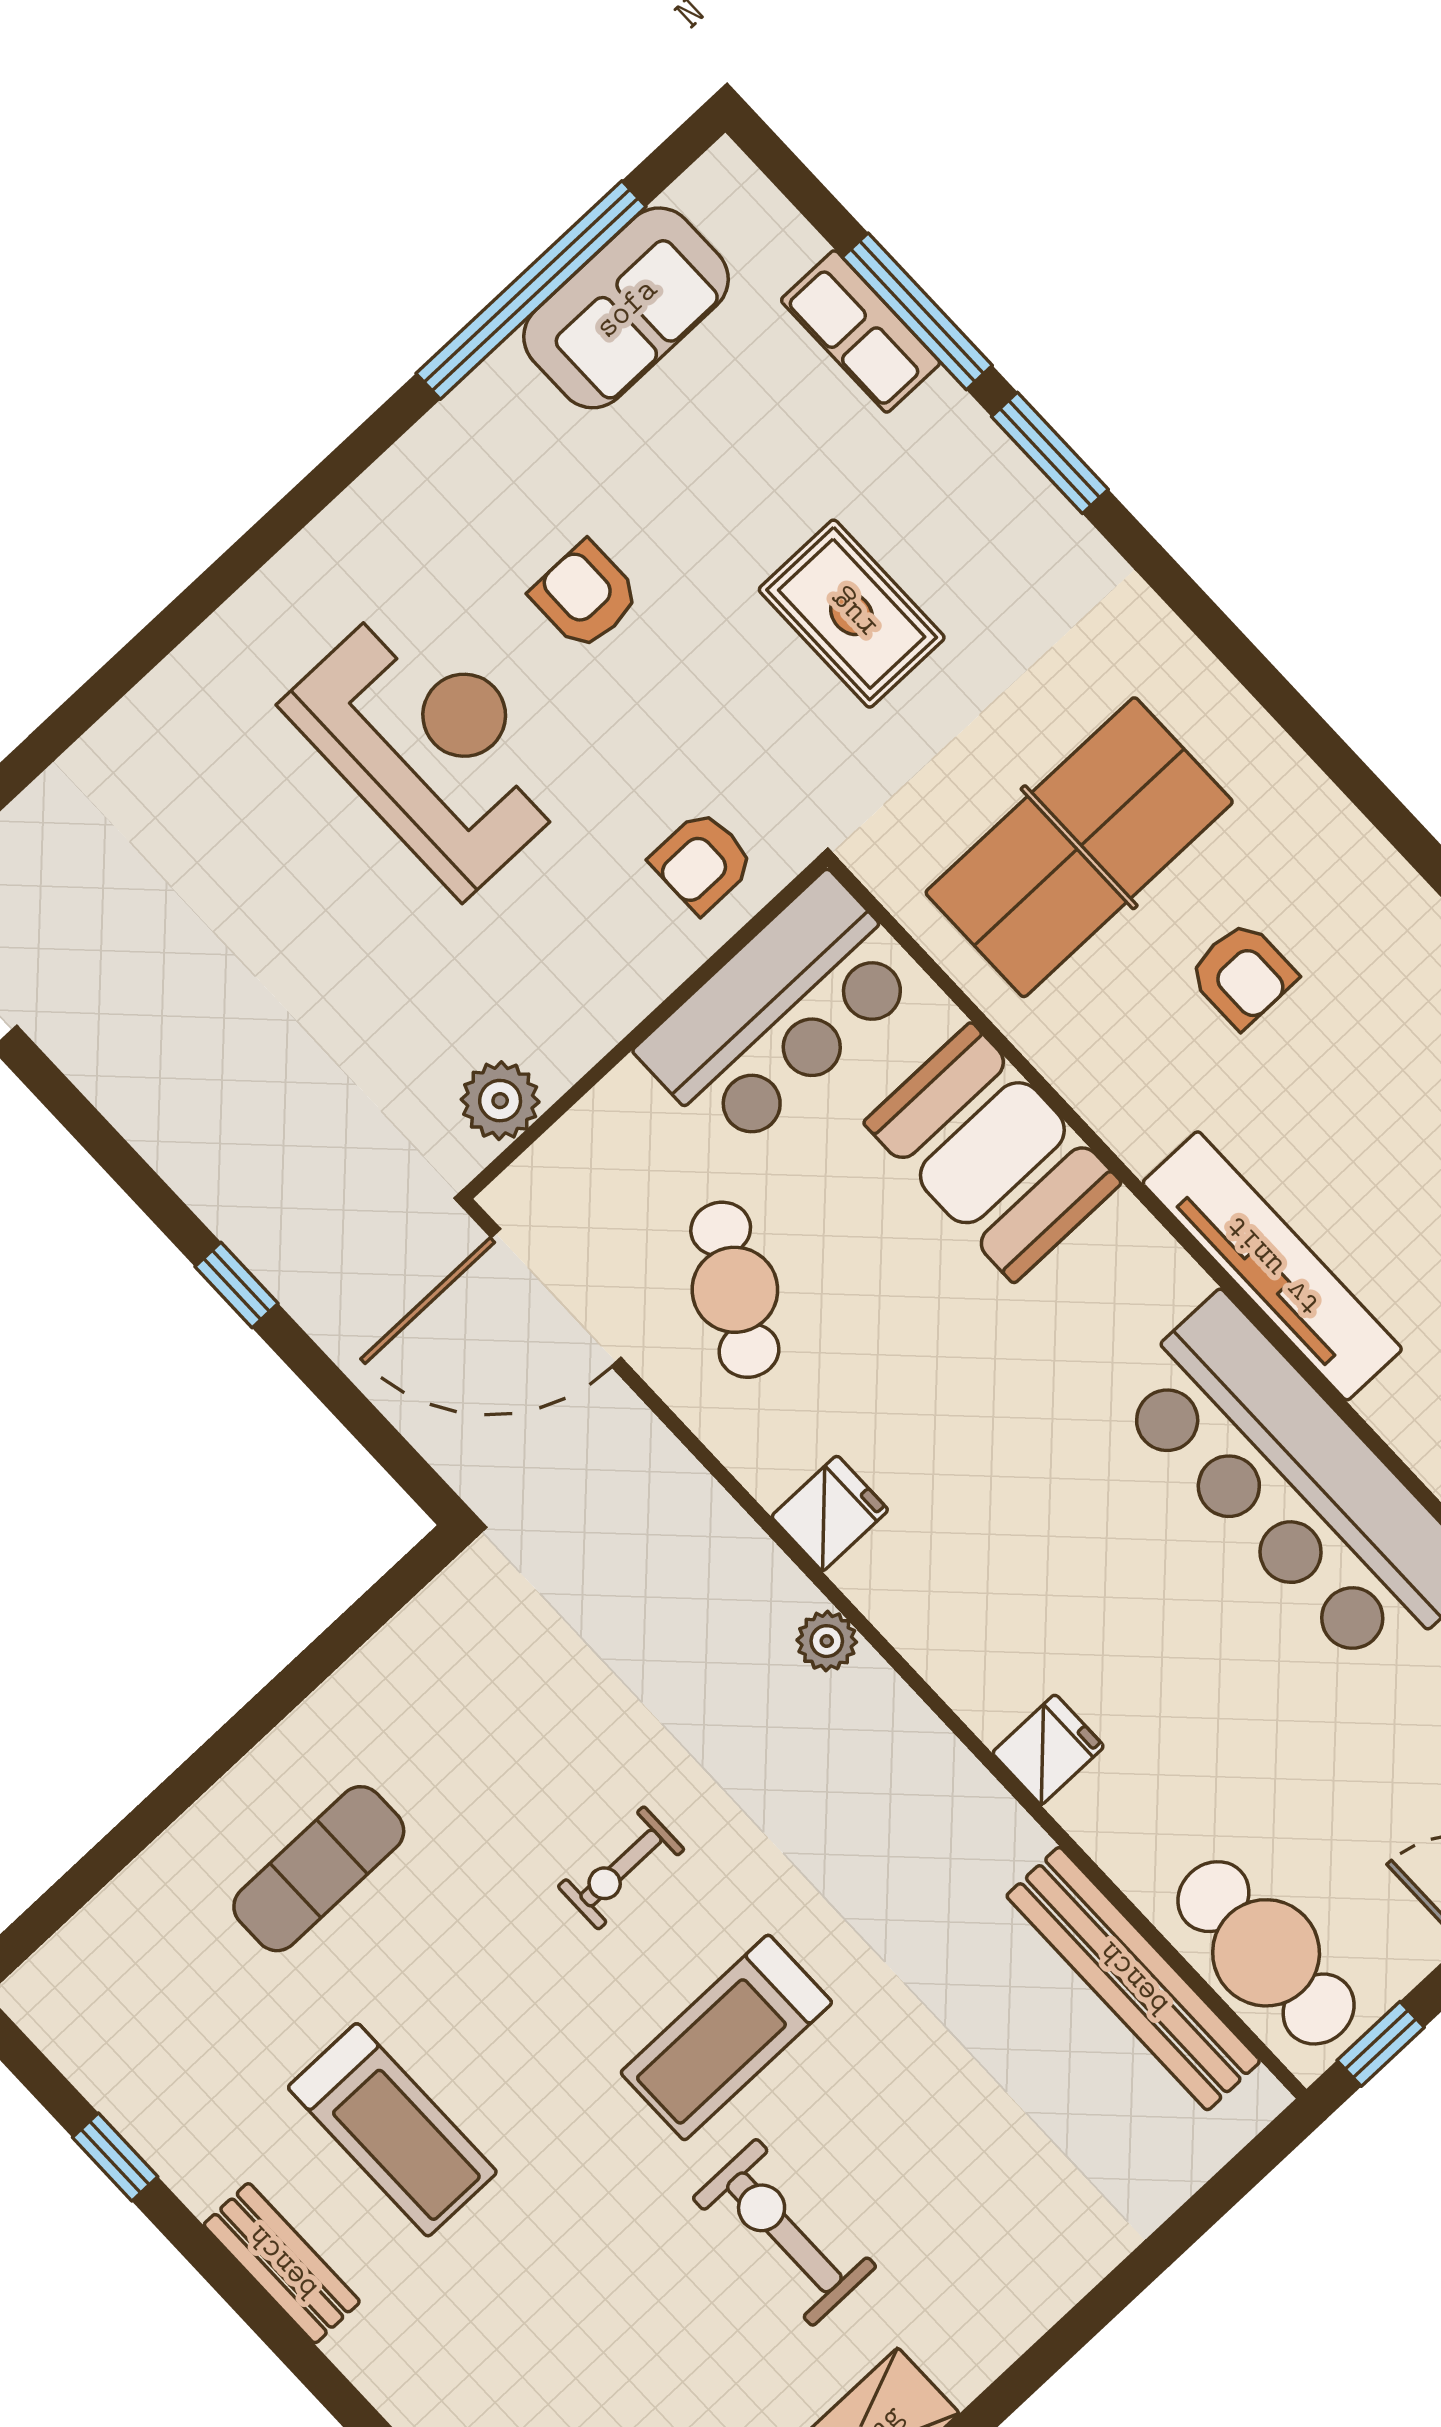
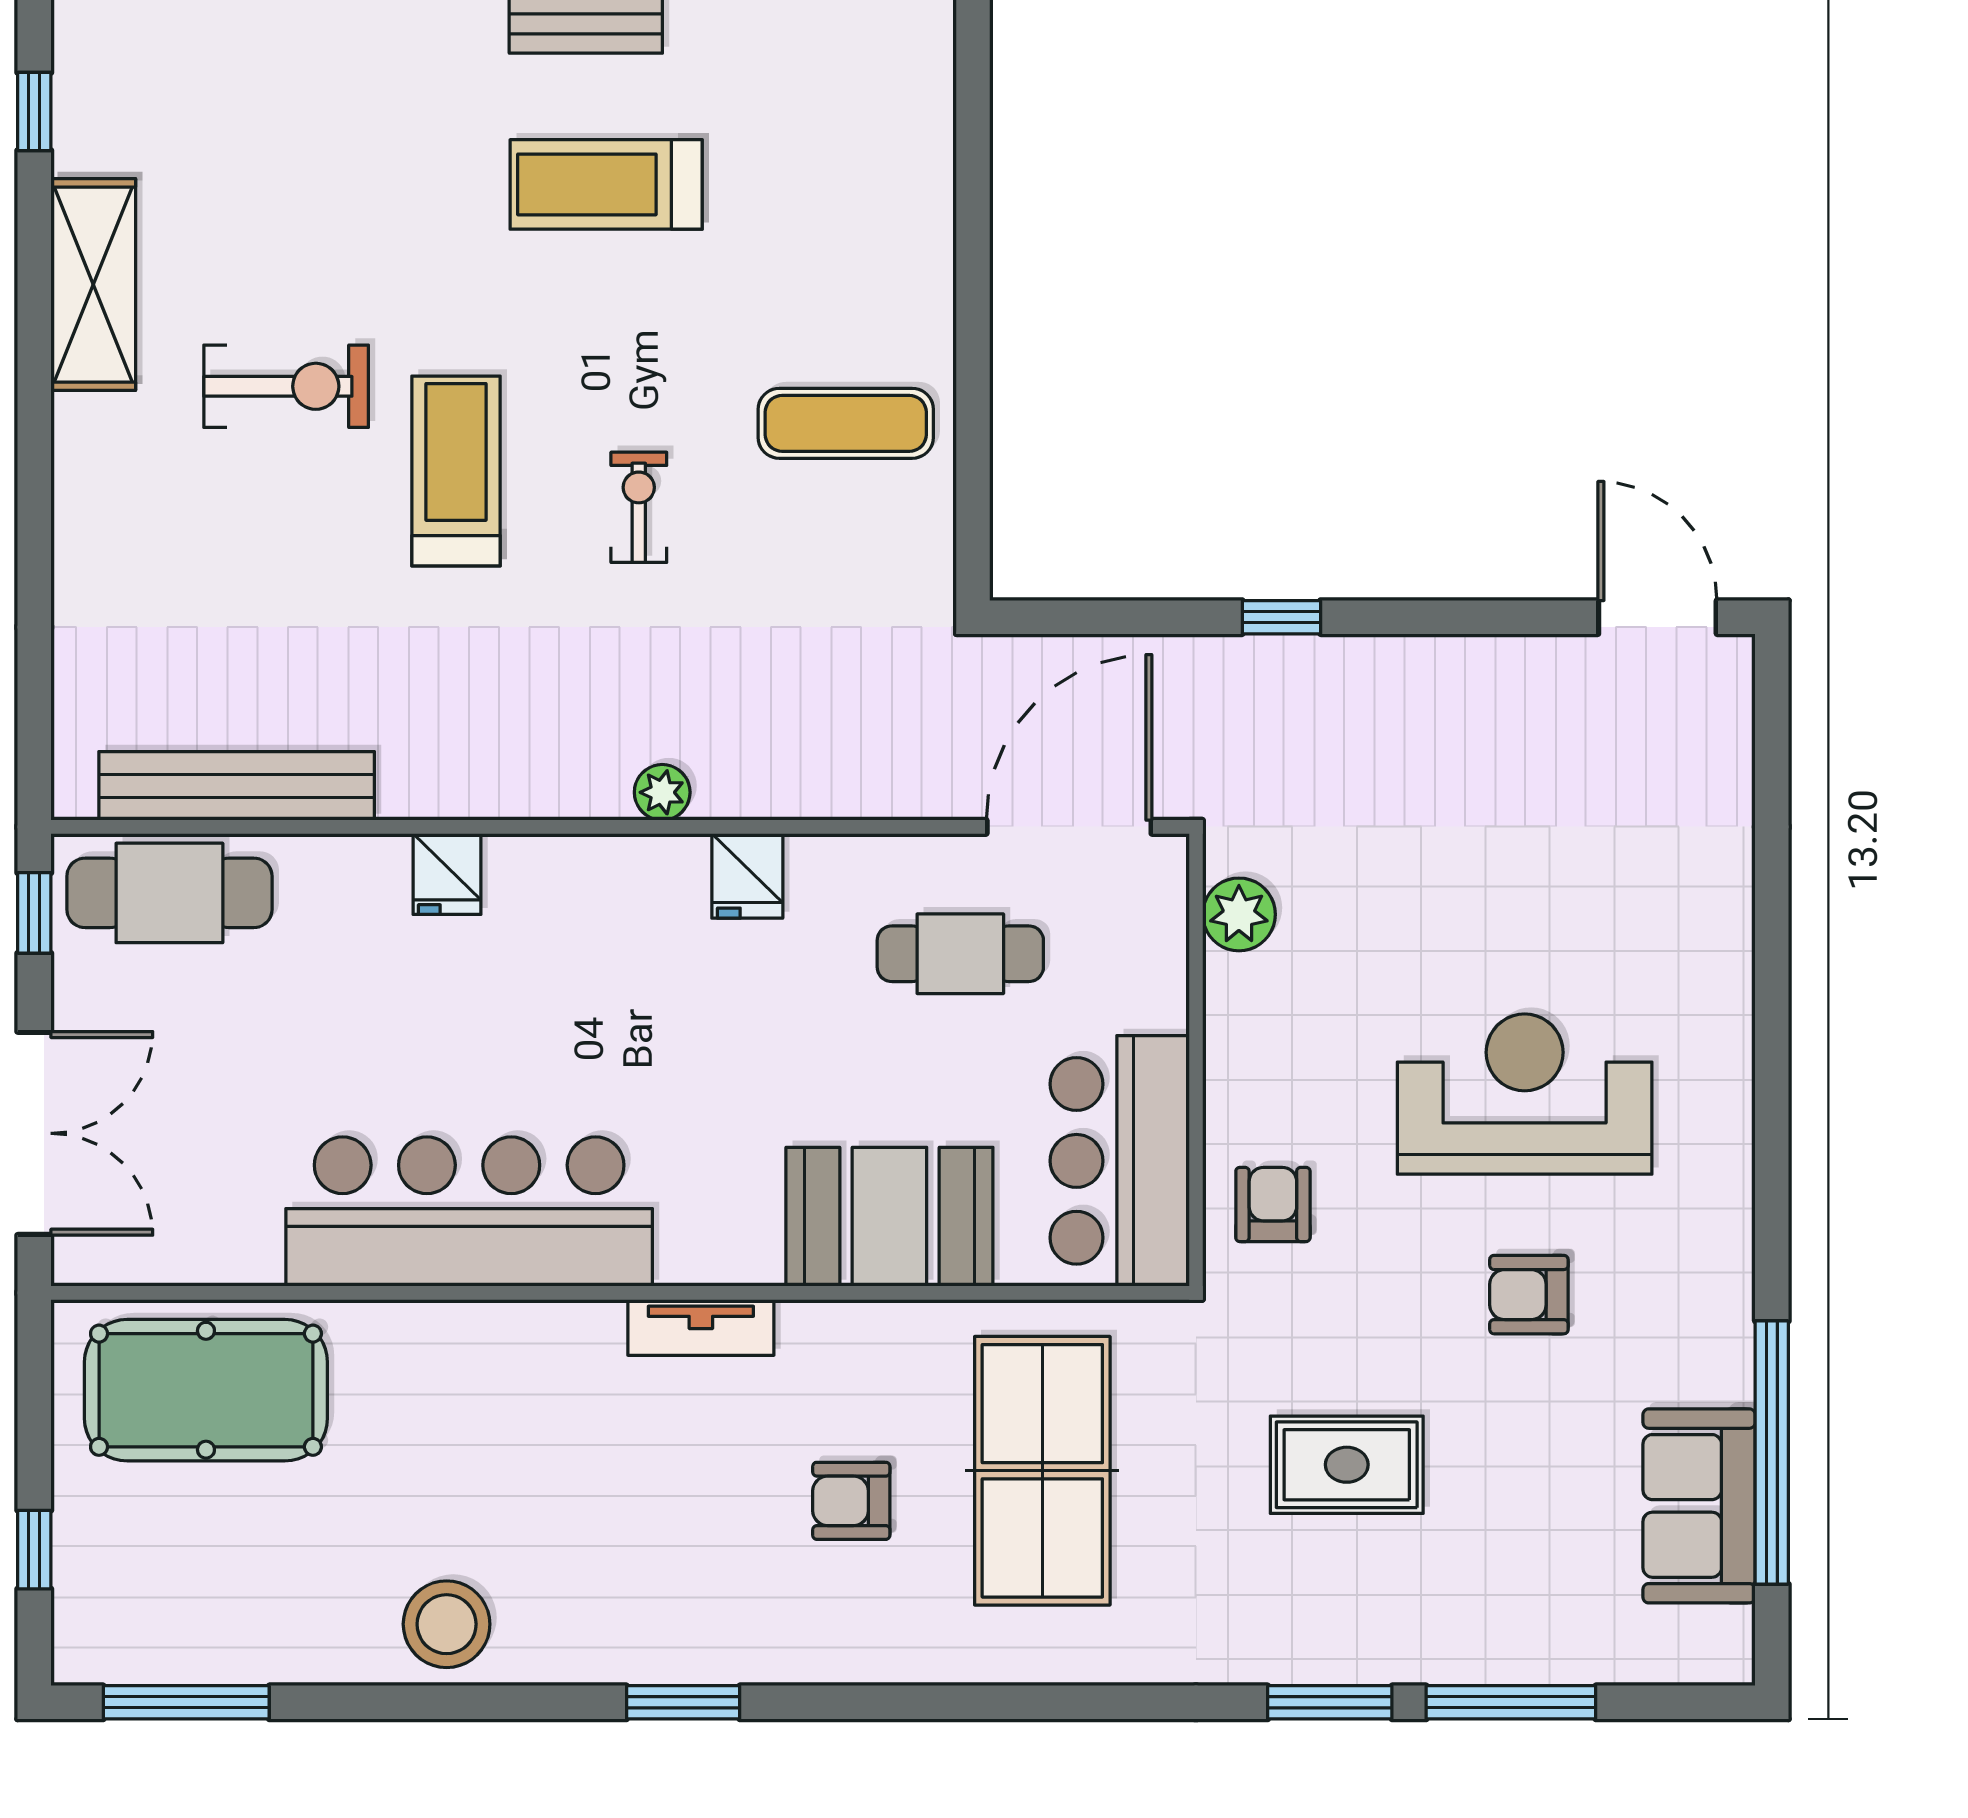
row of seats: (861, 331) -> (1533, 1651), removed
armchair: (585, 596) -> (1529, 1295), turned 180
reception desk: (432, 746) -> (1525, 1094), turned 180
tv unit: (1272, 1266) -> (701, 1327), width x0.52, depth x0.78
cafe table: (735, 1290) -> (960, 954), turned -30
exercise mat: (319, 1869) -> (846, 423), moved, turned 90

